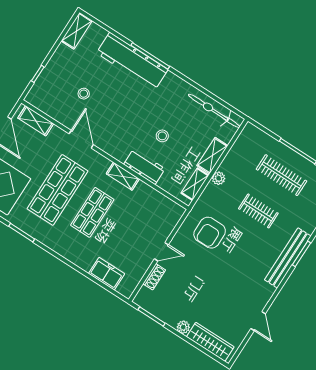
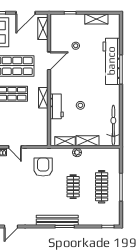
shelving: (77, 31) -> (96, 19), moved
armchair: (210, 233) -> (43, 167), turned 90

